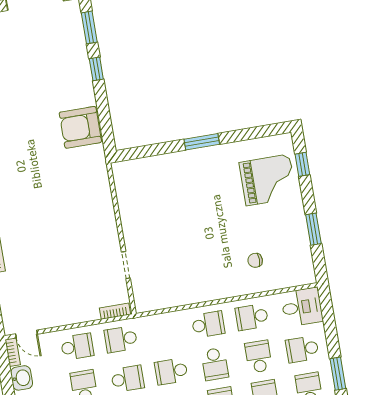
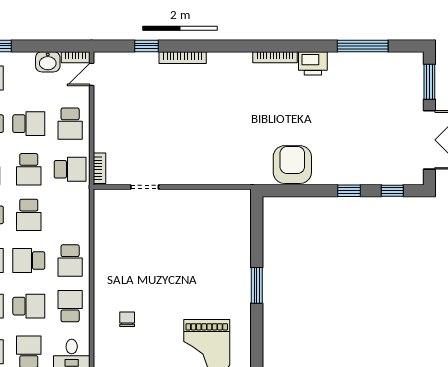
window: (89, 27) -> (392, 191), width x0.67
school desk: (121, 339) -> (70, 169), turned 90
school desk: (171, 371) -> (29, 215), turned 180

